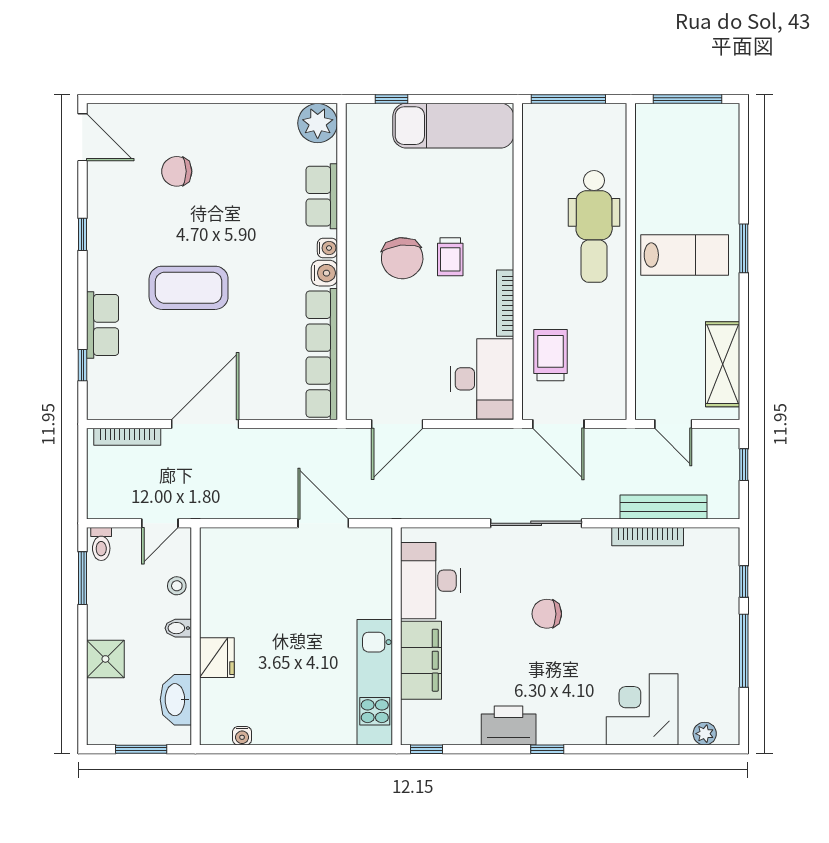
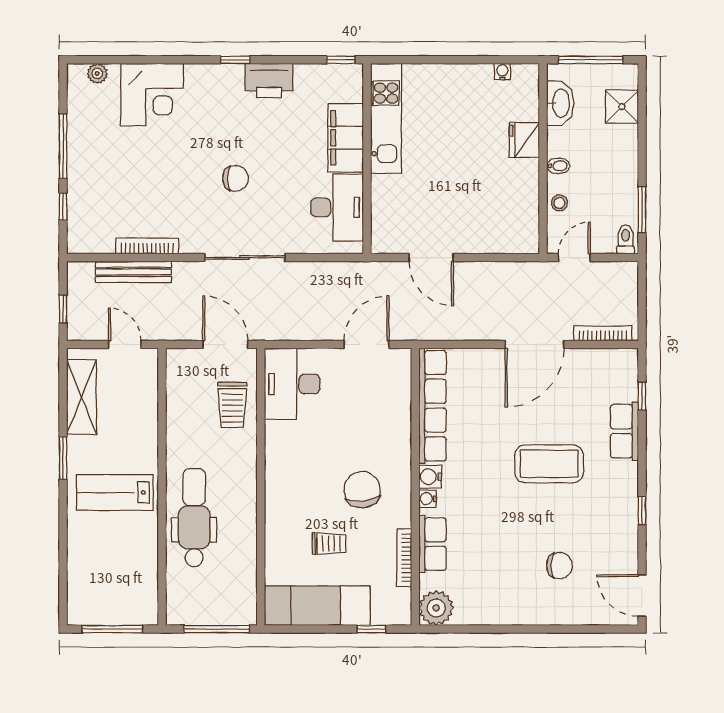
window: (744, 248) -> (63, 458), moved
trolley: (450, 257) -> (329, 543), moved, turned 90
bookcase: (505, 303) -> (404, 558), moved, turned 180
shower: (105, 659) -> (622, 107), moved
window: (141, 749) -> (591, 60), width x1.44

